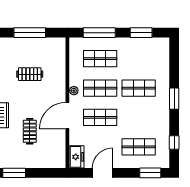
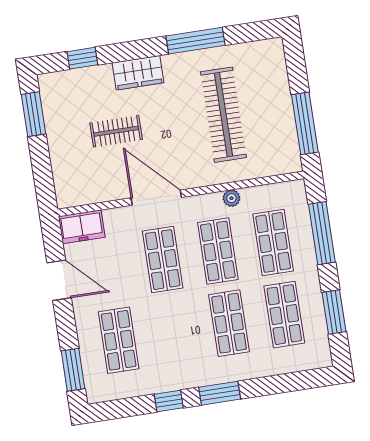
window: (30, 33) -> (305, 123), moved
shop shelf: (139, 59) -> (284, 315), added
clothes rail: (30, 74) -> (223, 115), width x1.86, depth x1.31
plant: (74, 91) -> (231, 198), moved
window: (174, 142) -> (169, 401), moved

